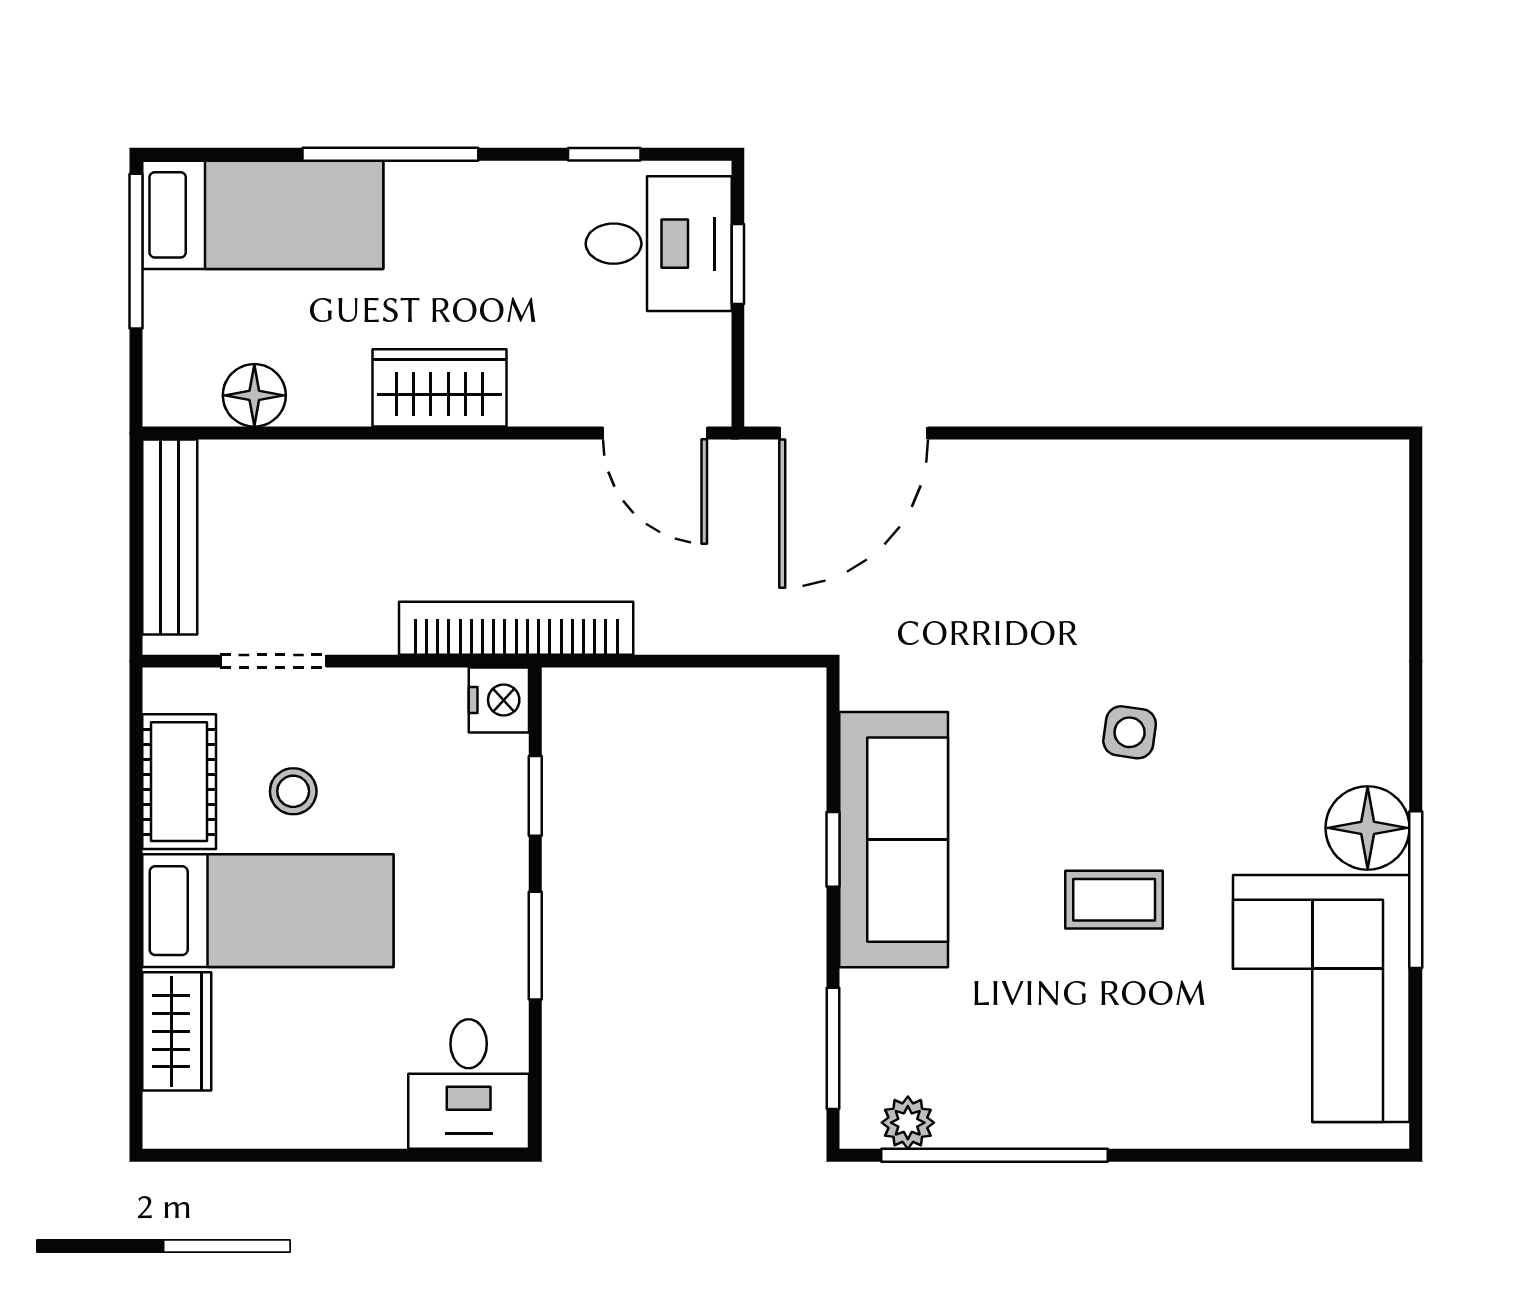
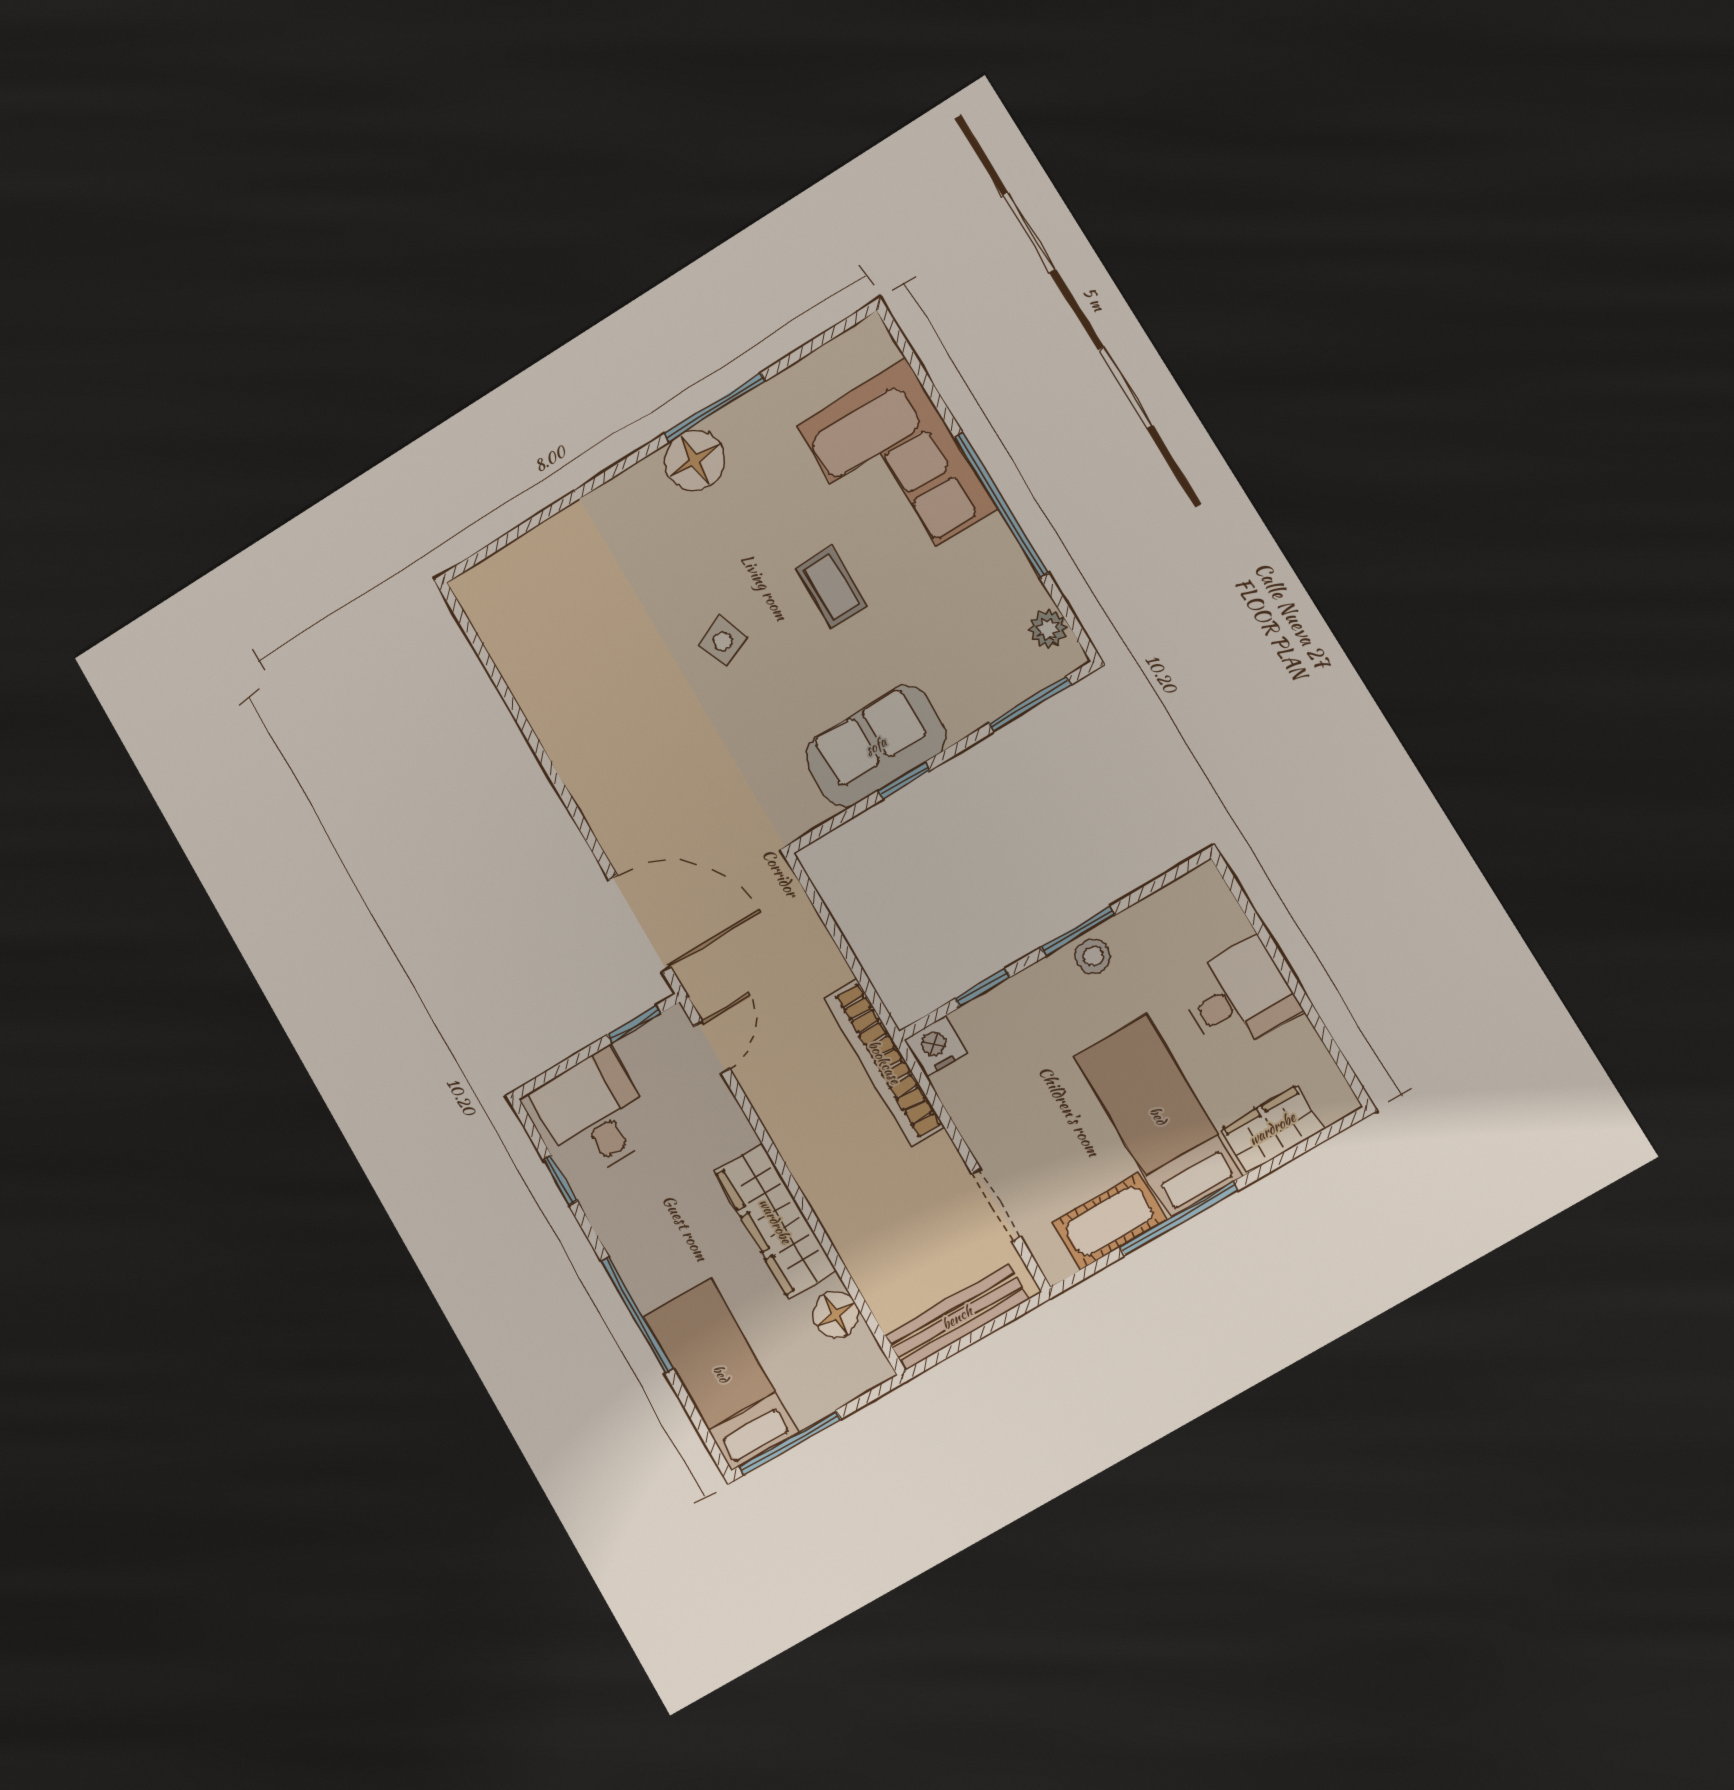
window: (738, 264) -> (634, 1024), moved
wardrobe: (440, 388) -> (775, 1221), width x1.50
door: (655, 433) -> (712, 1047), width x0.73
side table: (1130, 732) -> (723, 642), turned -31
stool: (293, 791) -> (1093, 956), moved
sofa: (894, 840) -> (876, 746), width x0.73
window: (136, 864) -> (1179, 1219), added
corner sofa: (1321, 998) -> (897, 467), moved, turned 90
desk: (469, 1084) -> (1238, 997), moved
window: (995, 1155) -> (1001, 505), moved

